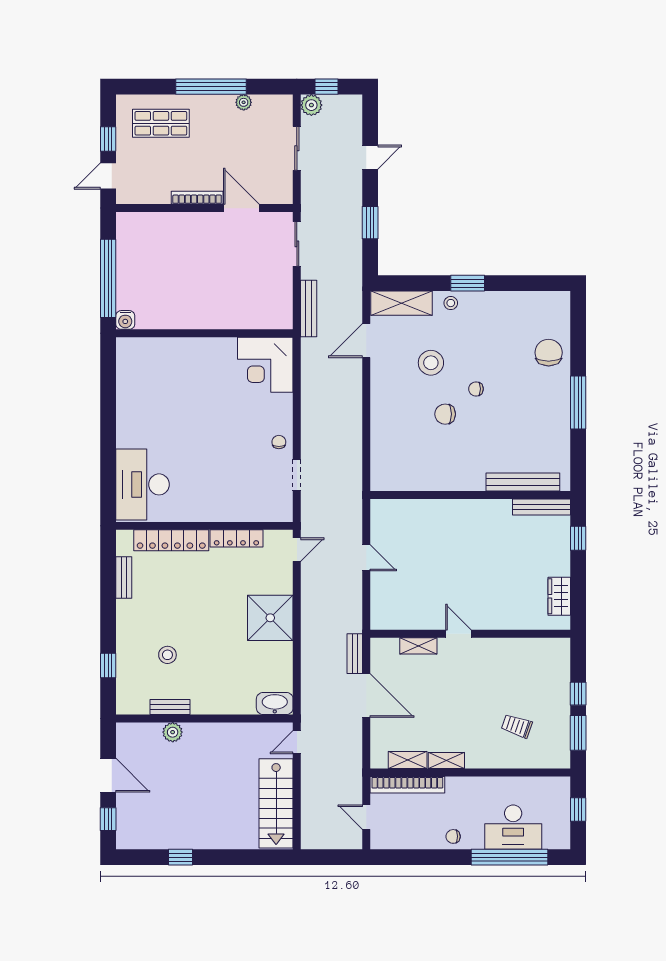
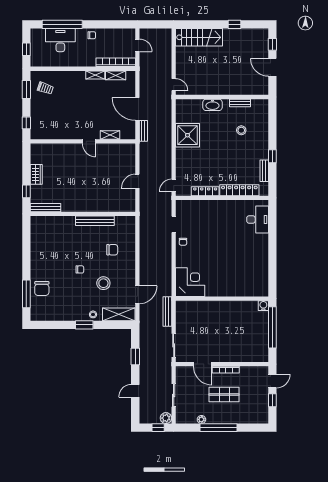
shop shelf: (161, 123) -> (224, 394), moved
window: (578, 403) -> (26, 294), moved
chair: (445, 414) -> (112, 250), moved
bench: (523, 482) -> (95, 221), moved
desk: (142, 484) -> (258, 219), width x0.73, depth x0.77
door: (366, 558) -> (137, 181), hinge flipped
wardrobe: (559, 596) -> (36, 174), moved
shower: (270, 618) -> (187, 135), moved
window: (108, 666) -> (272, 156), moved
window: (578, 694) -> (26, 123), moved
washbasin: (275, 703) -> (212, 105), moved
trolley: (517, 726) -> (45, 88), moved
plant: (173, 732) -> (239, 90), removed
door: (297, 742) -> (174, 85), hinge flipped
stairs: (276, 803) -> (199, 37), moved, turned 90

